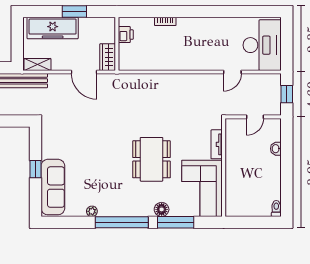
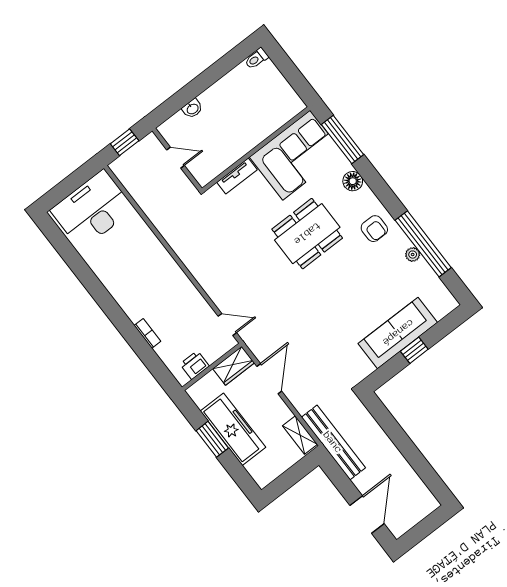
freezer: (53, 28) -> (233, 429), moved
door: (232, 72) -> (227, 324), moved
sofa: (53, 187) -> (398, 333), moved
armchair: (124, 201) -> (374, 229), added
window: (122, 222) -> (423, 244), moved
window: (176, 222) -> (342, 139), moved

